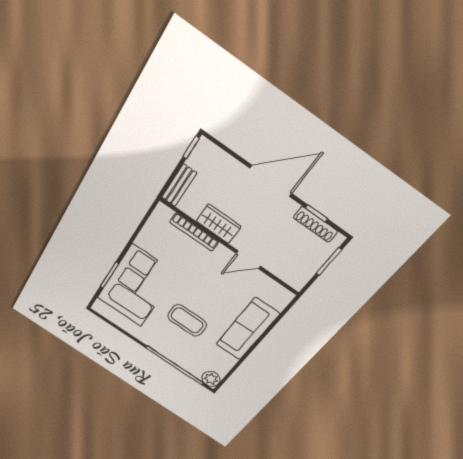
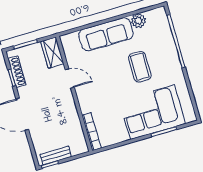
bench: (179, 185) -> (56, 156), moved
wardrobe: (219, 224) -> (52, 53), moved
bookcase: (194, 232) -> (92, 132), moved
plant: (211, 379) -> (139, 21), moved

